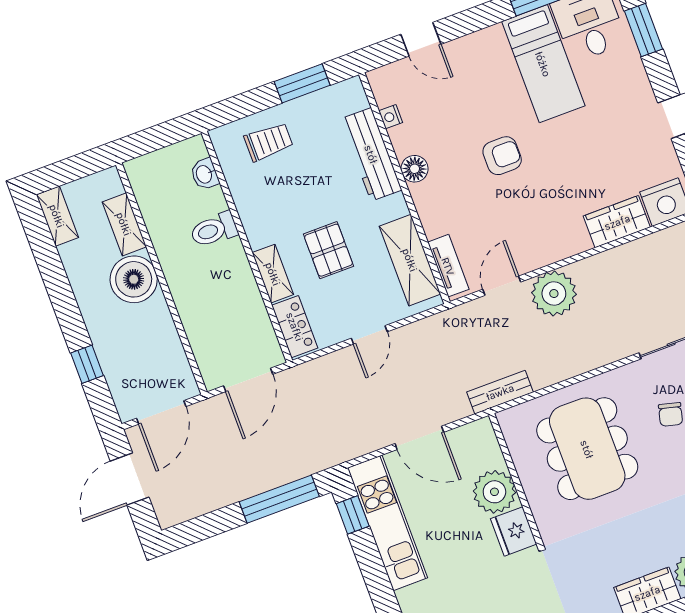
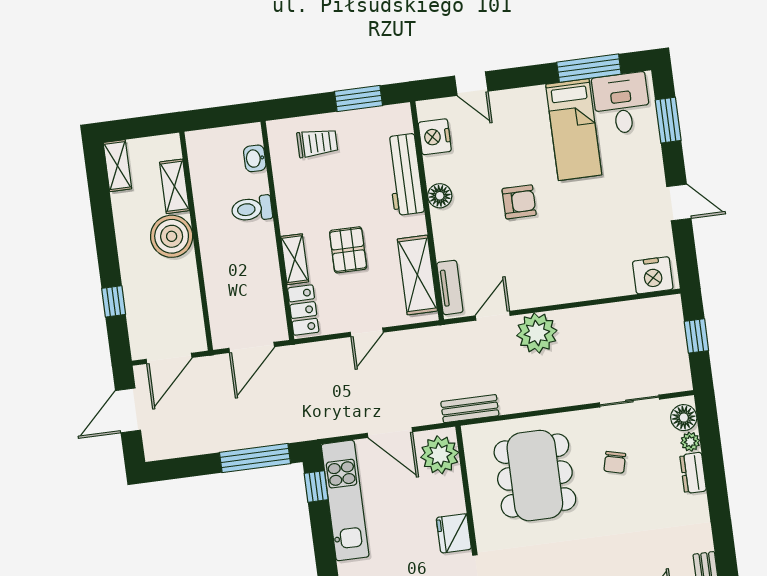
nightstand: (391, 117) -> (435, 137), width x1.89, depth x1.79
wardrobe: (617, 222) -> (606, 283), removed
plant: (494, 492) -> (440, 455), moved

